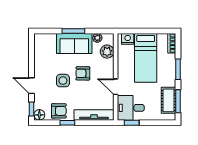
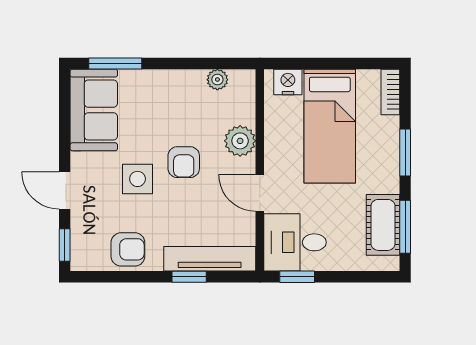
window: (73, 31) -> (115, 64), moved
sofa: (74, 43) -> (94, 110), moved, turned -90
plant: (107, 52) -> (240, 141), moved
armchair: (83, 73) -> (184, 162), turned -90
floor lamp: (39, 115) -> (83, 259), removed
window: (67, 123) -> (189, 277), moved

